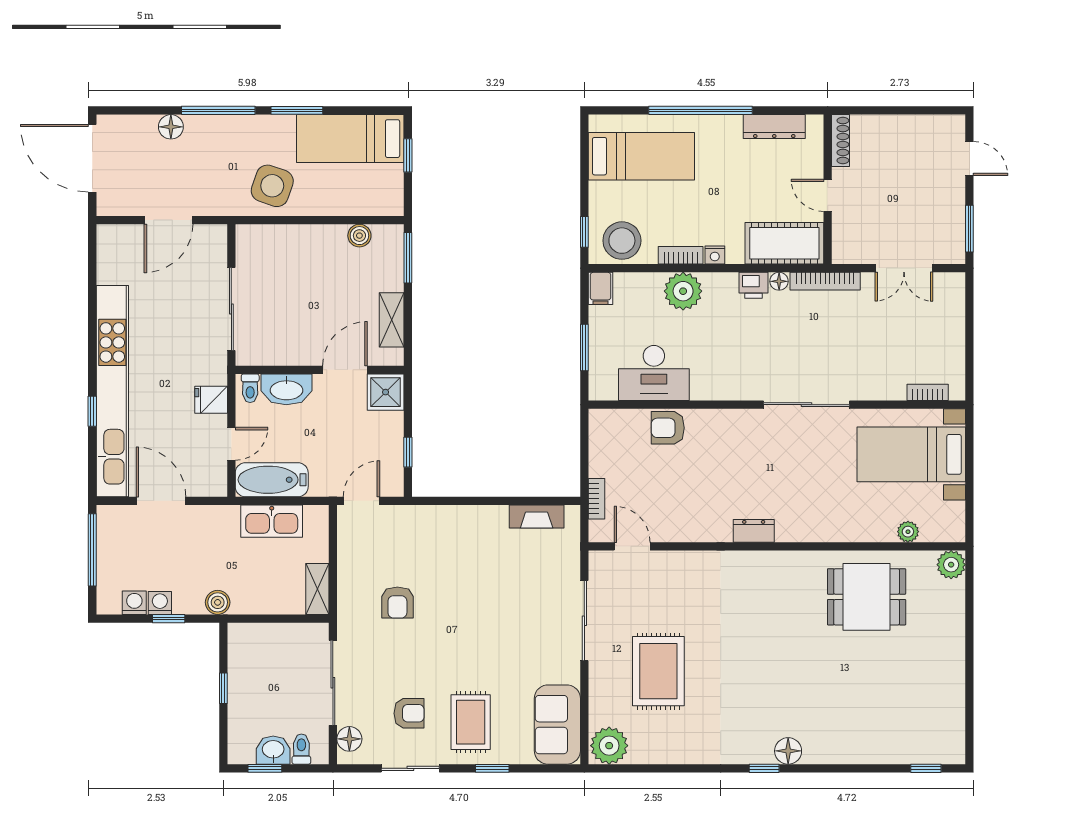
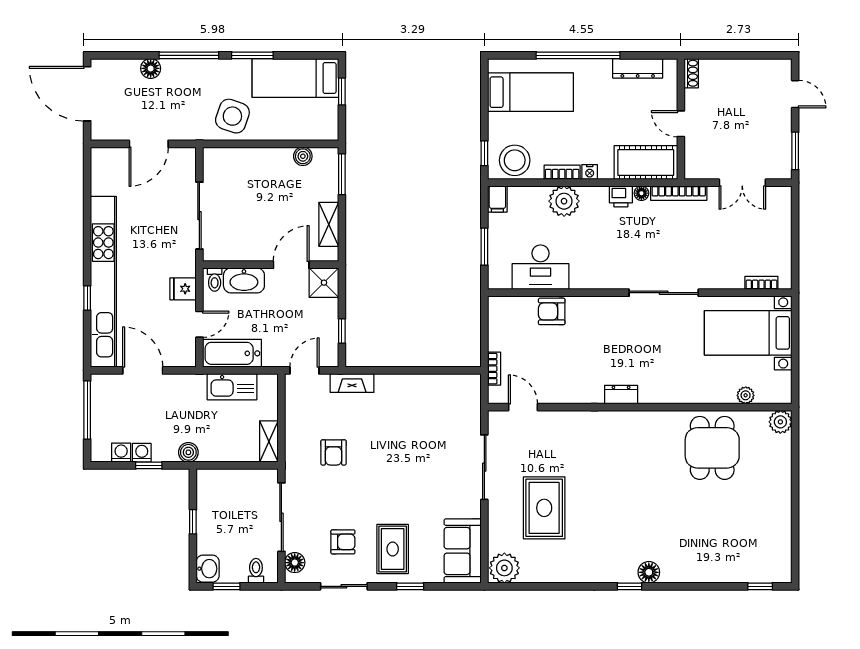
shoe rack: (841, 141) -> (691, 73), width x0.70
fireplace: (537, 517) -> (352, 383), moved
dining table: (867, 597) -> (712, 448), turned 90
washbasin: (273, 750) -> (208, 569), moved, turned 90

